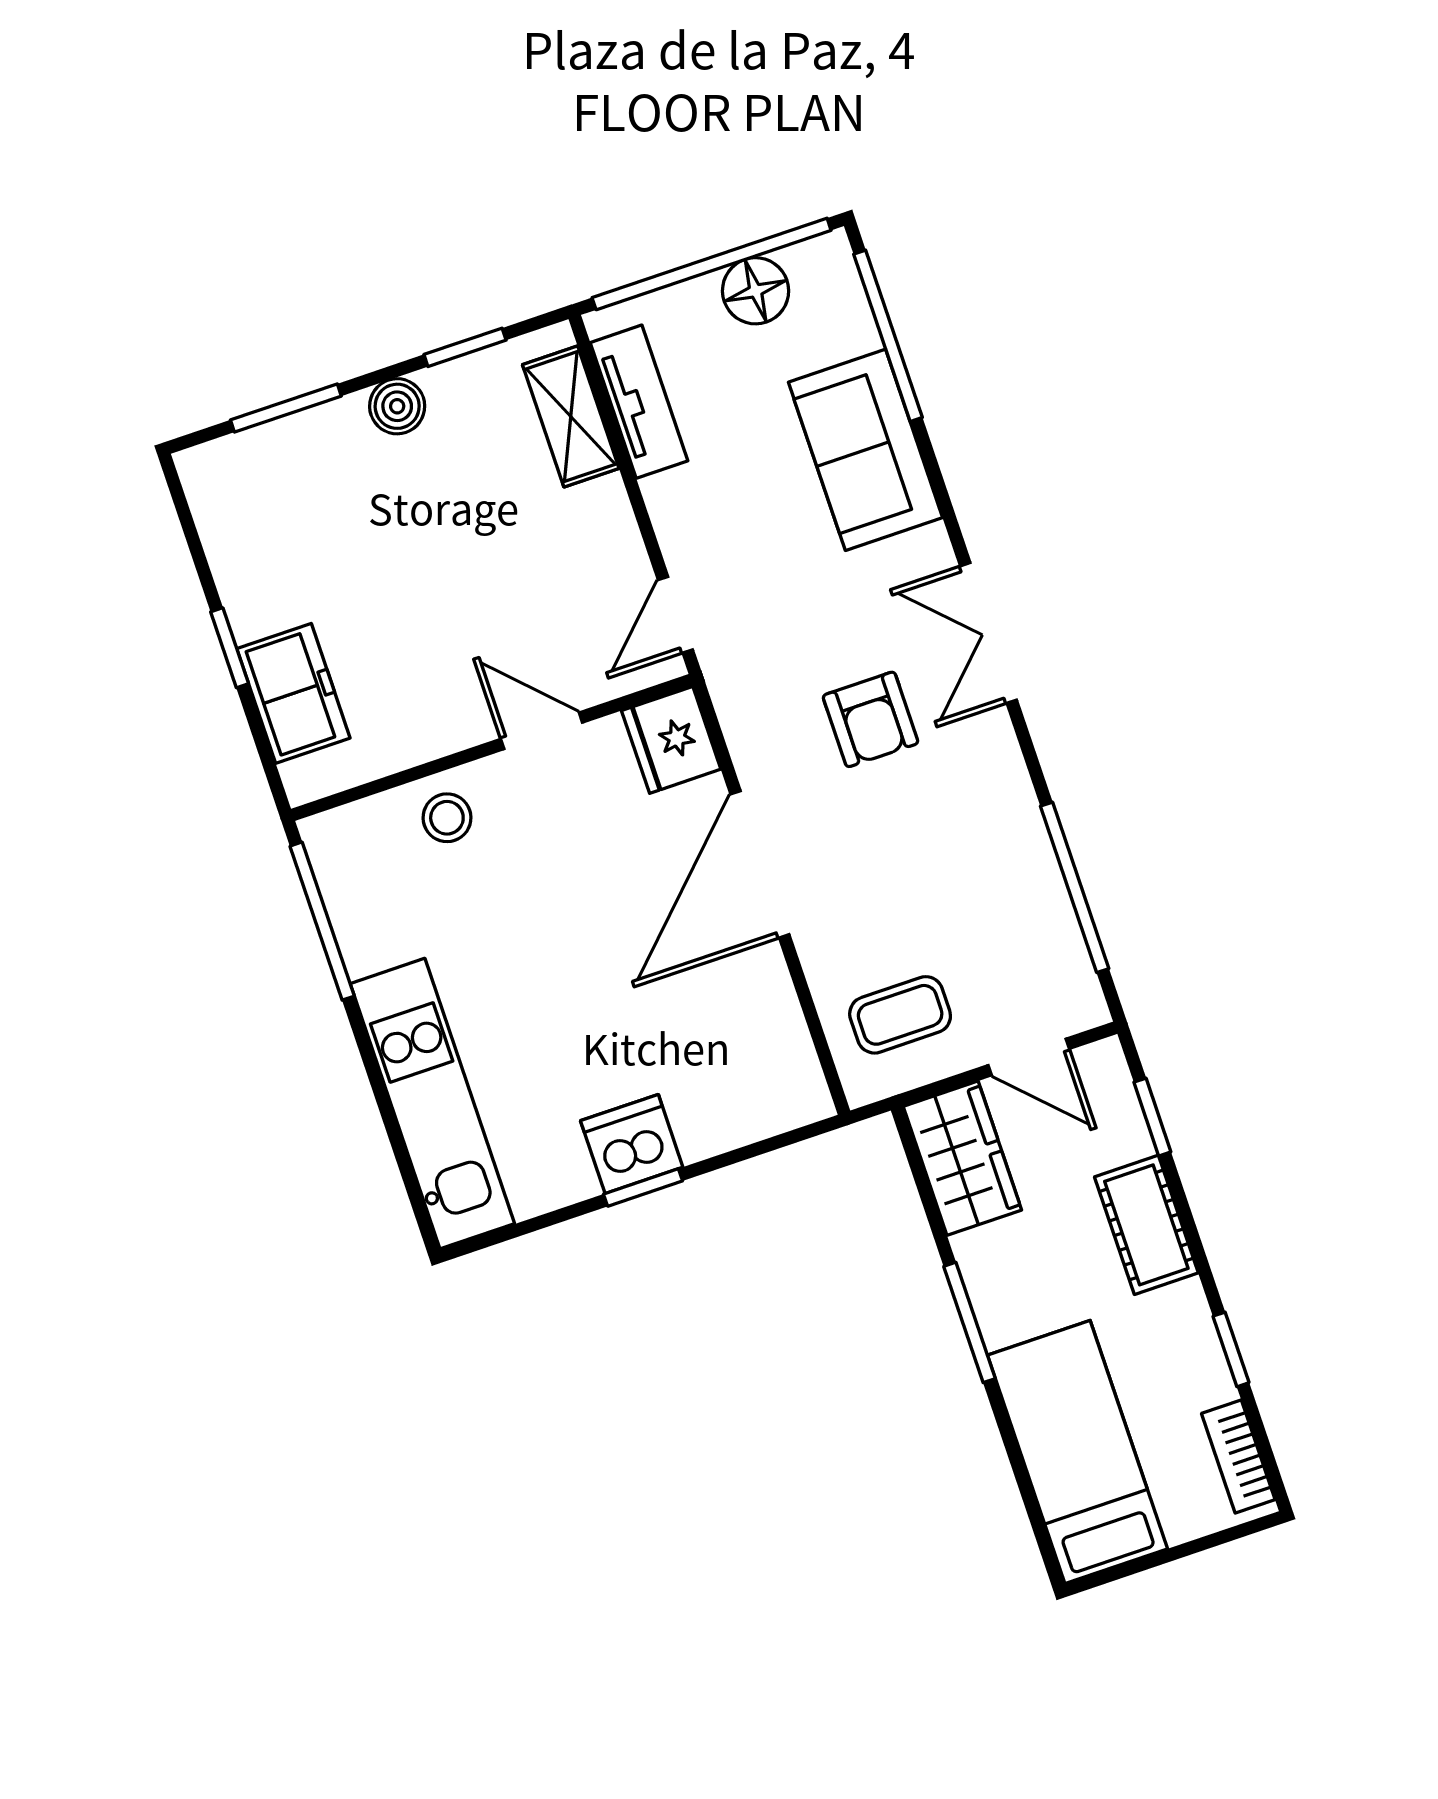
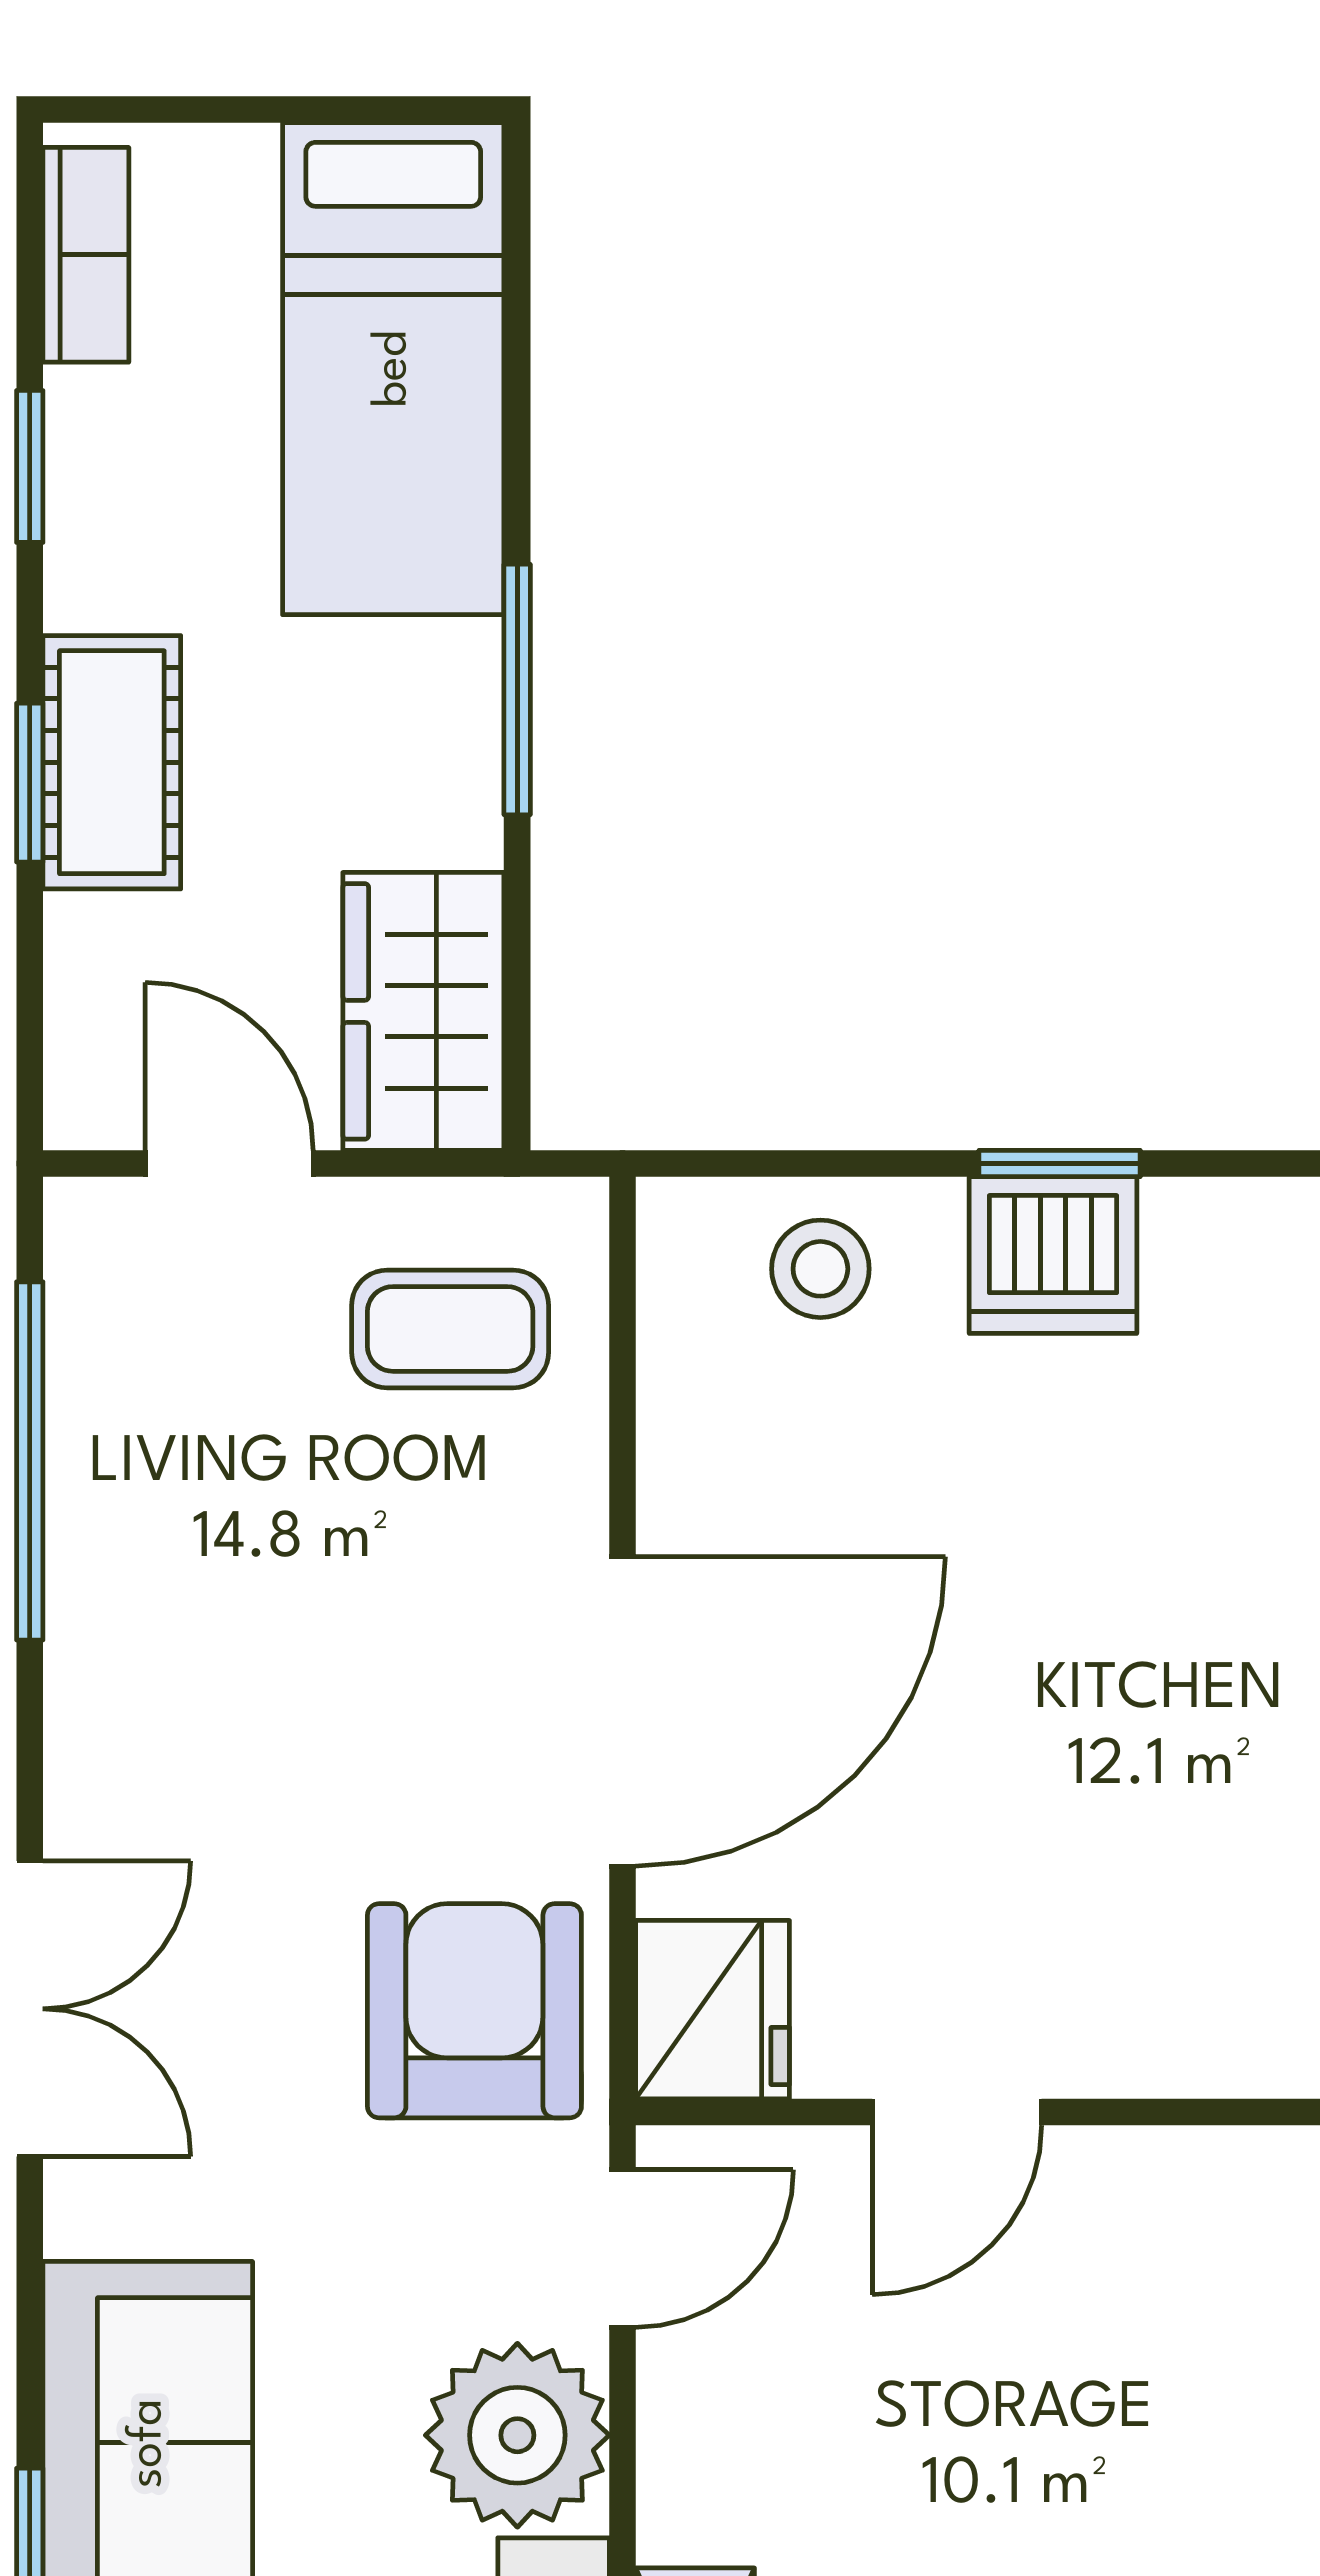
plant: (695, 511) -> (517, 2435), added
armchair: (871, 719) -> (474, 2011), moved, width x1.38, depth x1.38
door: (542, 731) -> (957, 2112), hinge flipped
stool: (447, 818) -> (820, 1269), moved
window: (1152, 1117) -> (30, 783), moved

